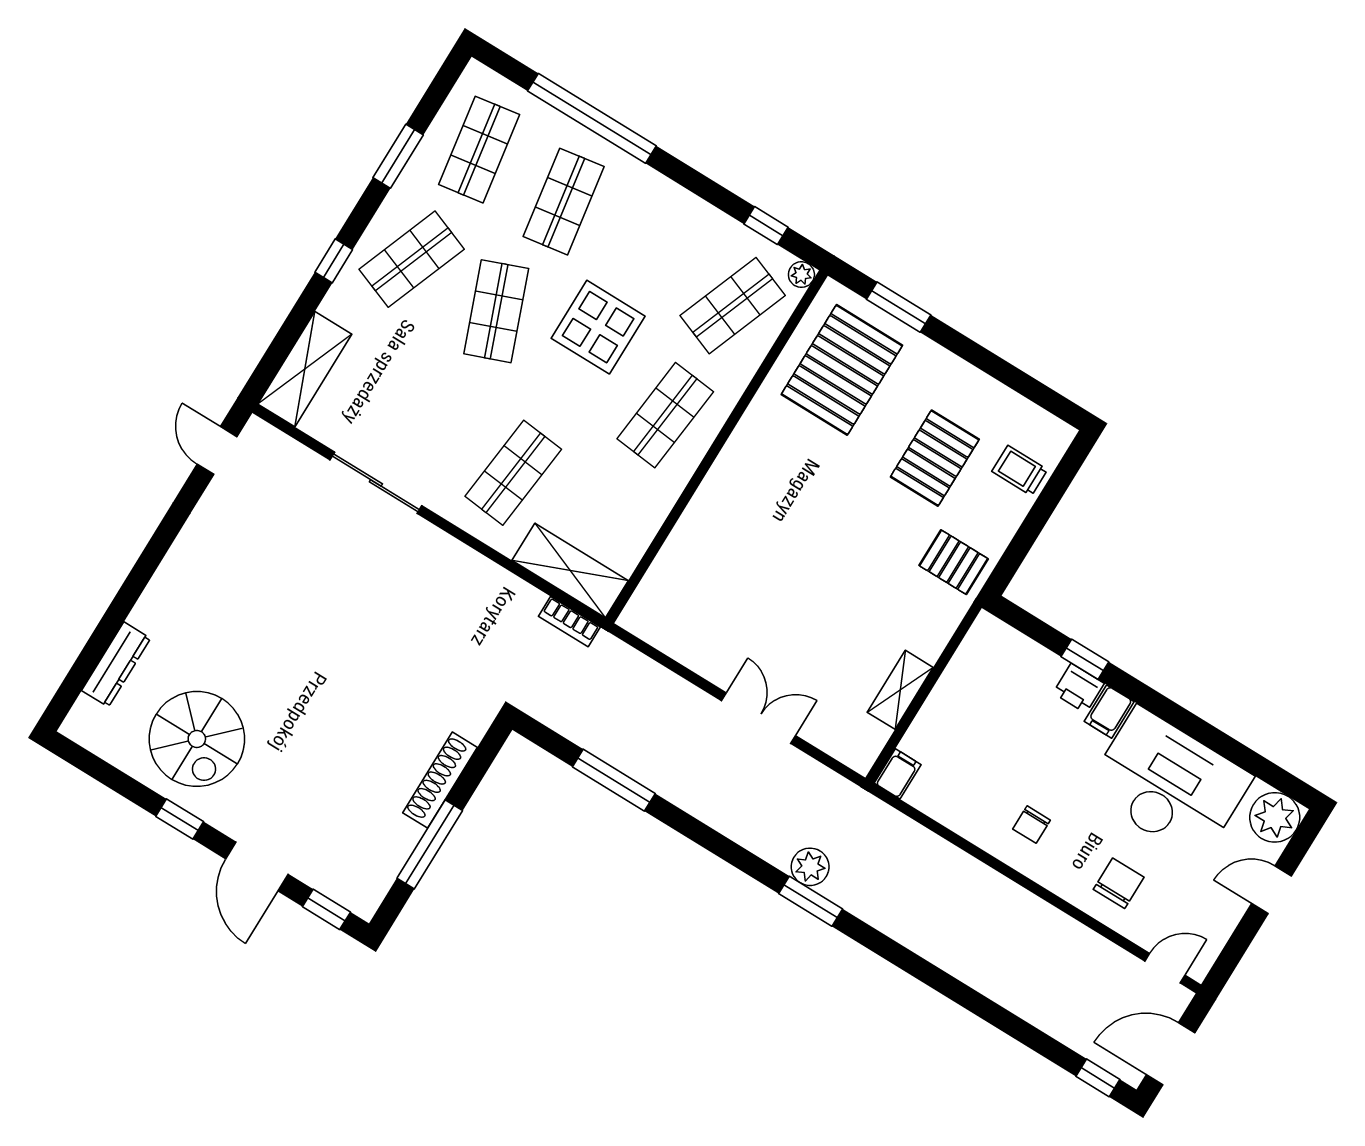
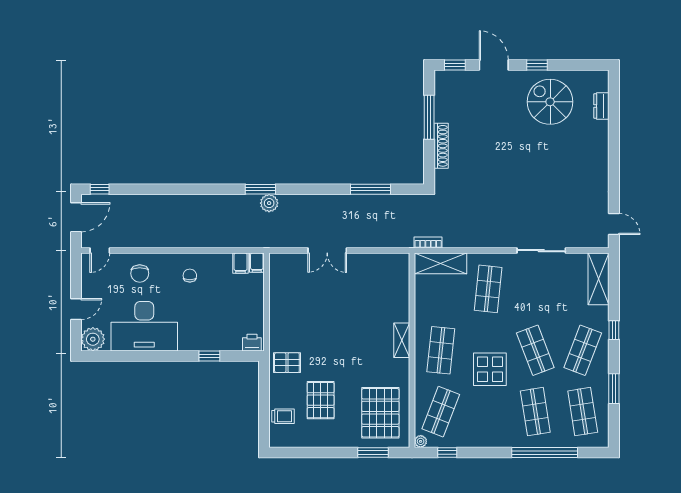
dresser: (116, 664) -> (601, 106), width x0.70
printer: (1079, 688) -> (252, 343), moved
shelving: (900, 690) -> (402, 340), moved
filing cabinet: (1109, 712) -> (241, 263), moved, turned 180

